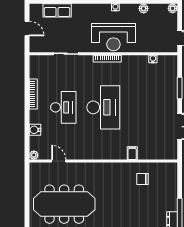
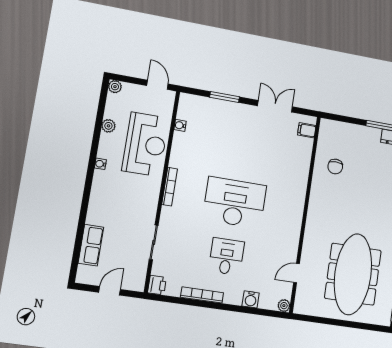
reception desk: (113, 37) -> (145, 144), moved
printer: (36, 61) -> (157, 285), added
desk: (63, 107) -> (226, 256), width x0.73
filing cabinet: (132, 153) -> (307, 130), moved

